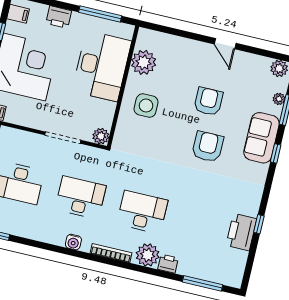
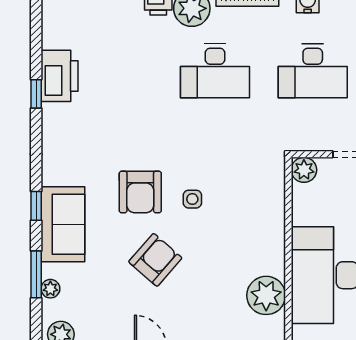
armchair: (208, 101) -> (155, 260), turned -139
side table: (146, 106) -> (192, 199), moved, width x0.54, depth x0.54

